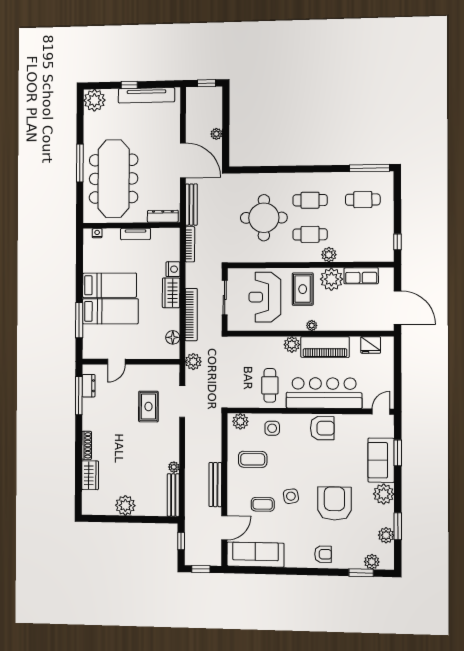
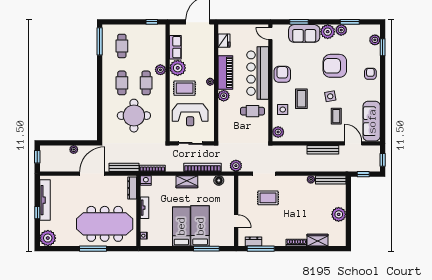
nightstand: (173, 269) -> (146, 181), moved
coffee table: (253, 459) -> (301, 99), moved
plant: (386, 535) -> (341, 30), moved

